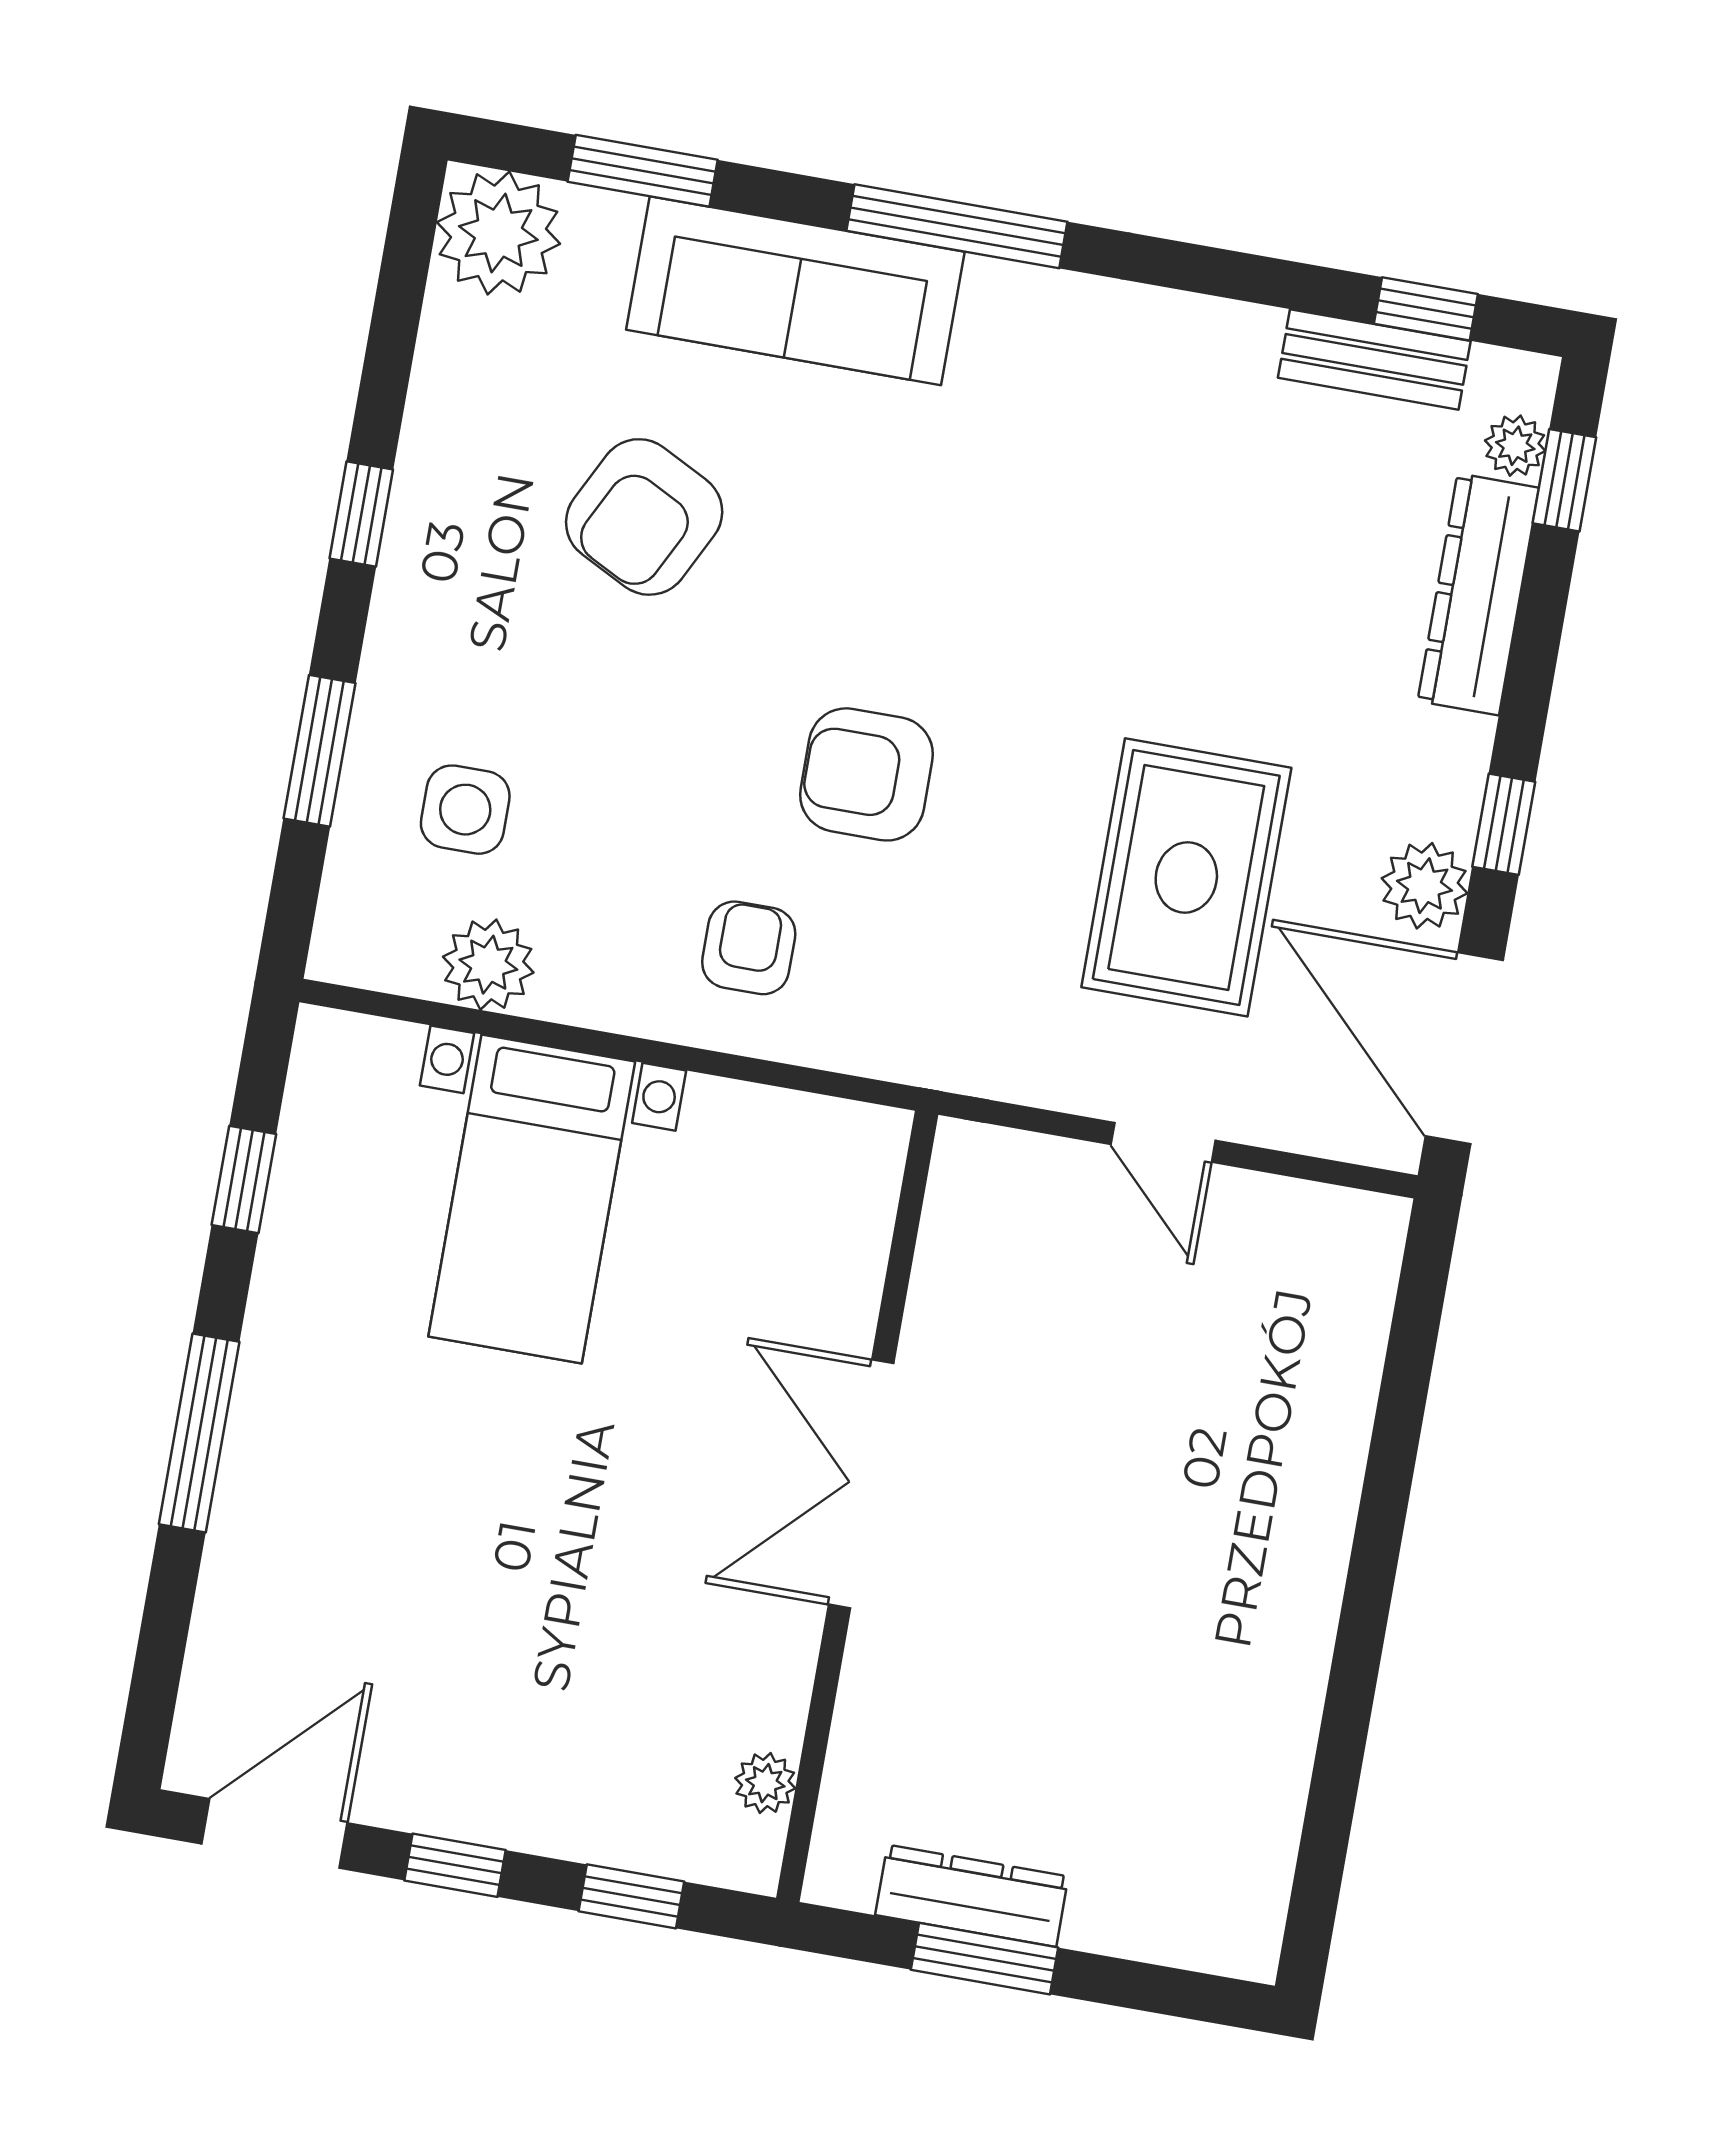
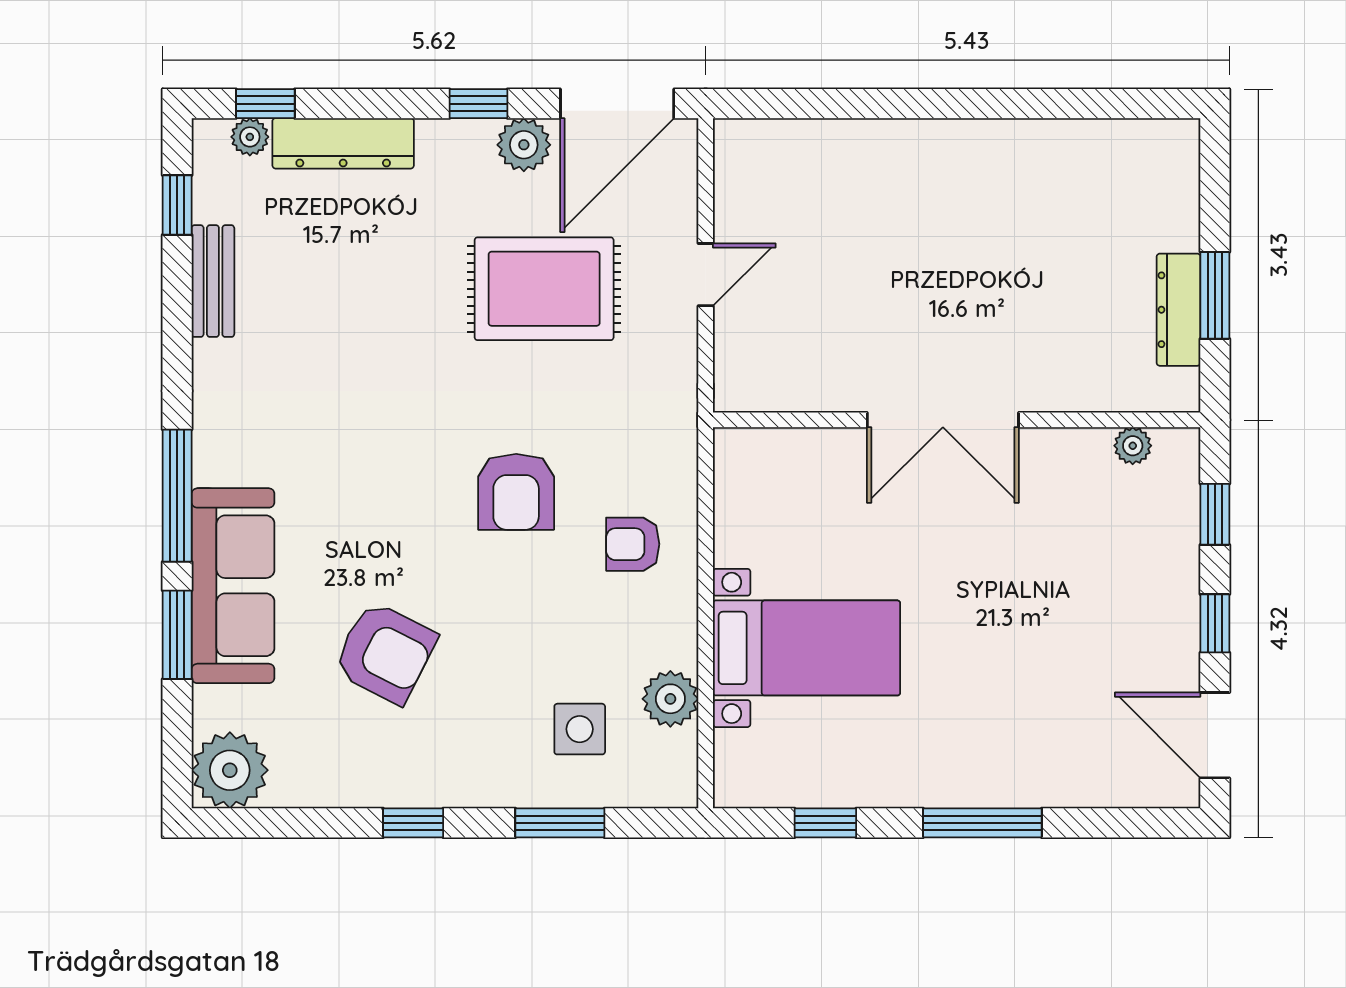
window: (643, 171) -> (177, 635), moved
bench: (1374, 359) -> (213, 281), moved

